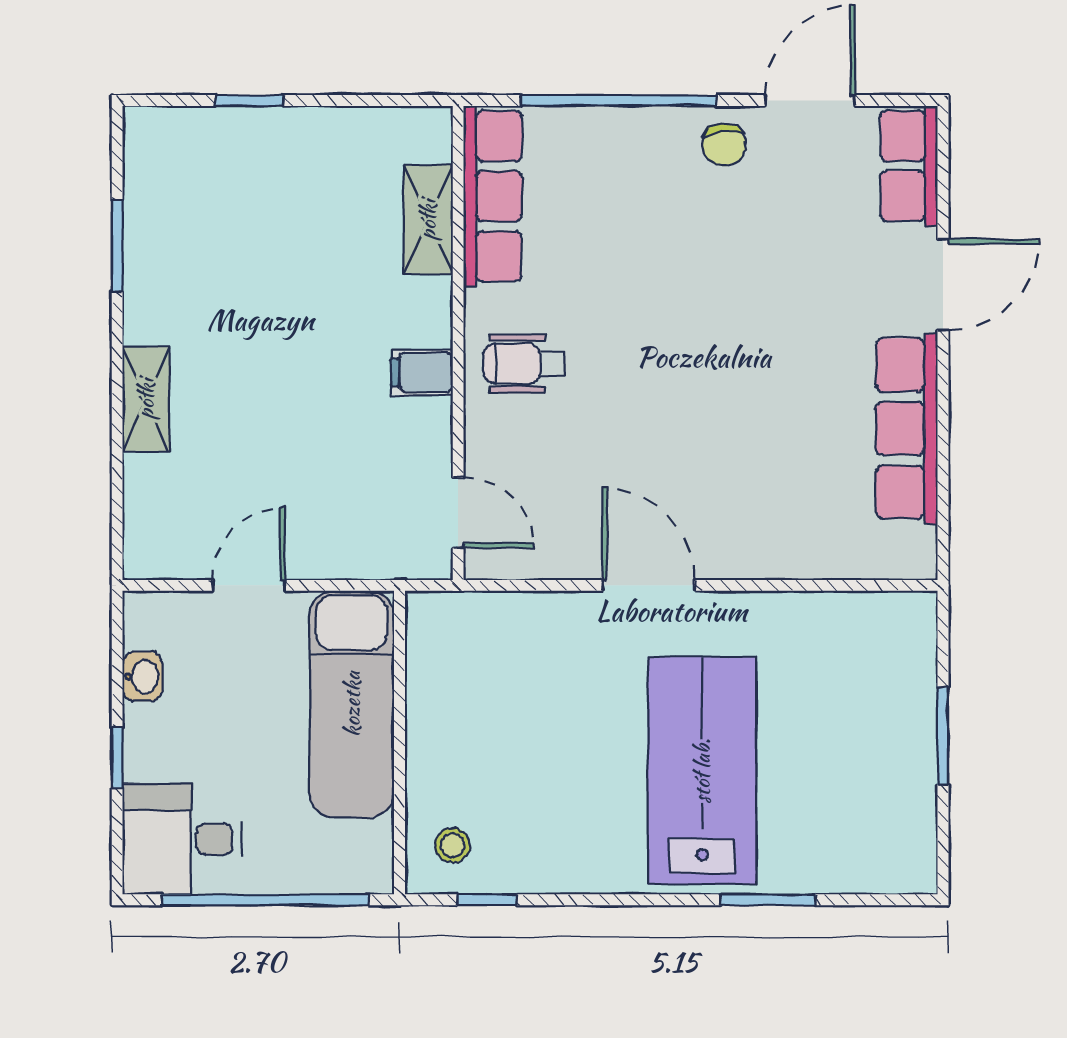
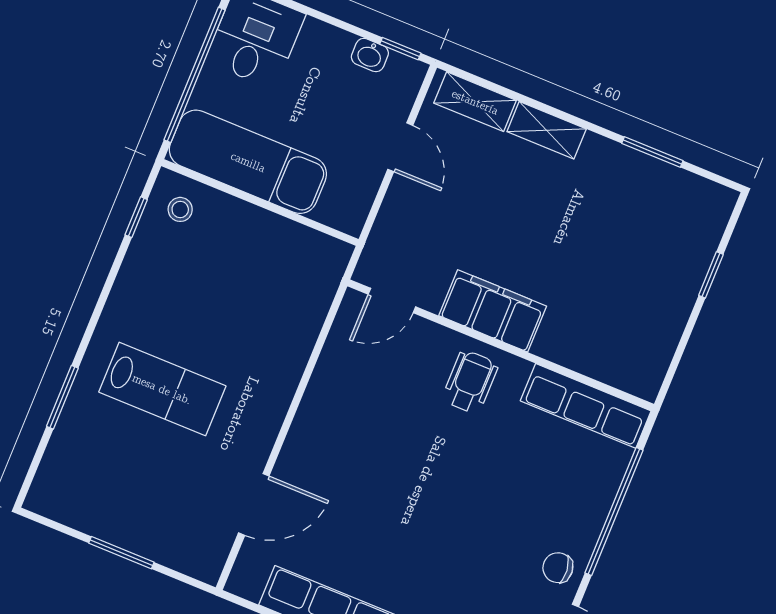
shelving: (428, 220) -> (475, 102), moved
filing cabinet: (422, 372) -> (493, 311), width x3.00, depth x1.17
door: (648, 585) -> (254, 504), moved
exam couch: (352, 704) -> (248, 162), moved
window: (117, 758) -> (400, 49), moved
lab bench: (702, 771) -> (162, 389), width x0.73, depth x0.72

